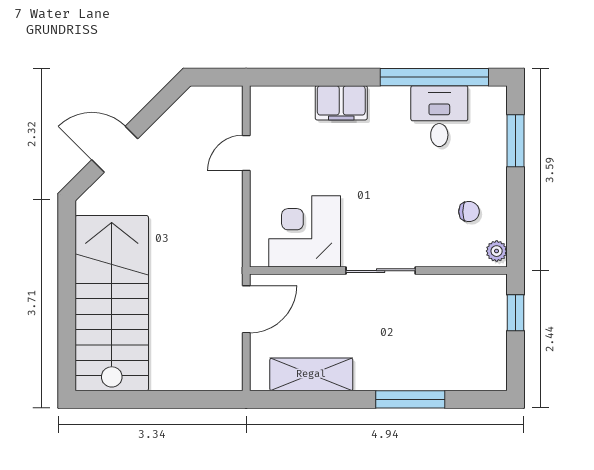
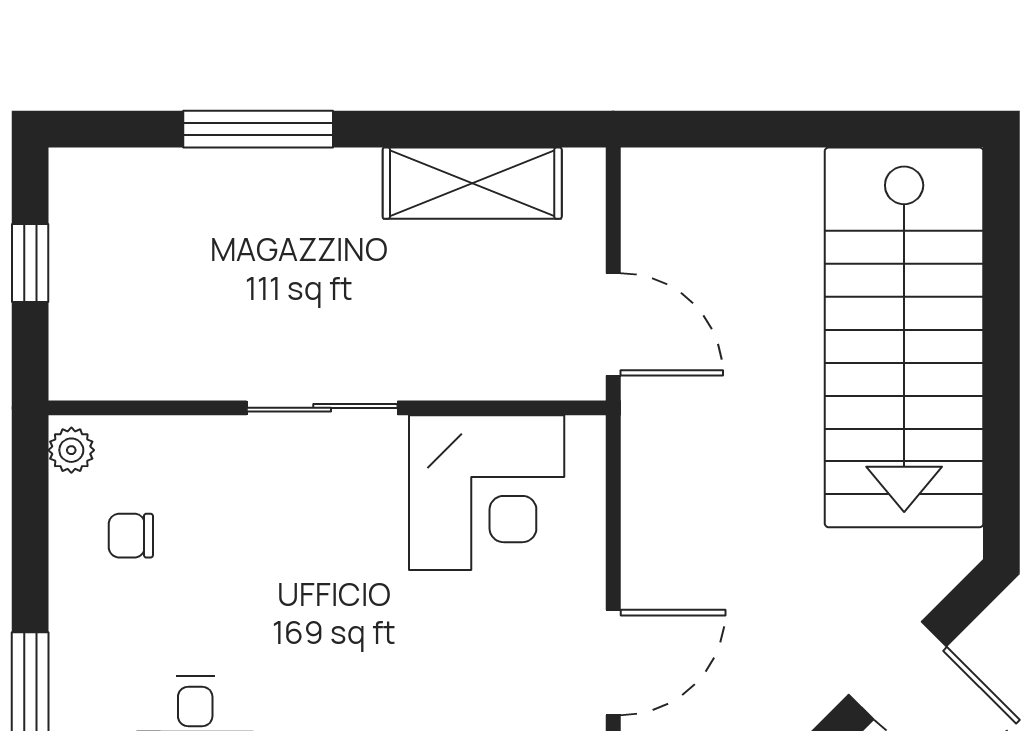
door: (246, 153) -> (613, 662), width x1.38
door: (246, 309) -> (613, 324), swing flipped
window: (516, 313) -> (30, 263), moved

